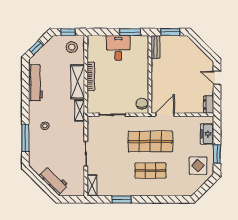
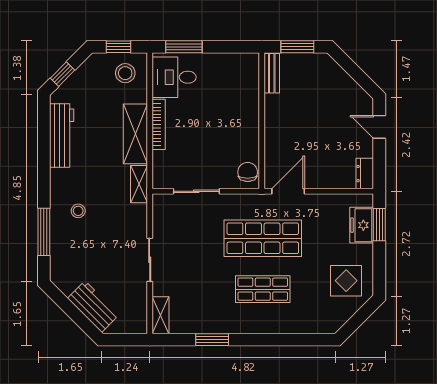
window: (130, 32) -> (184, 47), moved
desk: (118, 48) -> (174, 77), moved, turned -90
window: (217, 154) -> (379, 225), moved

